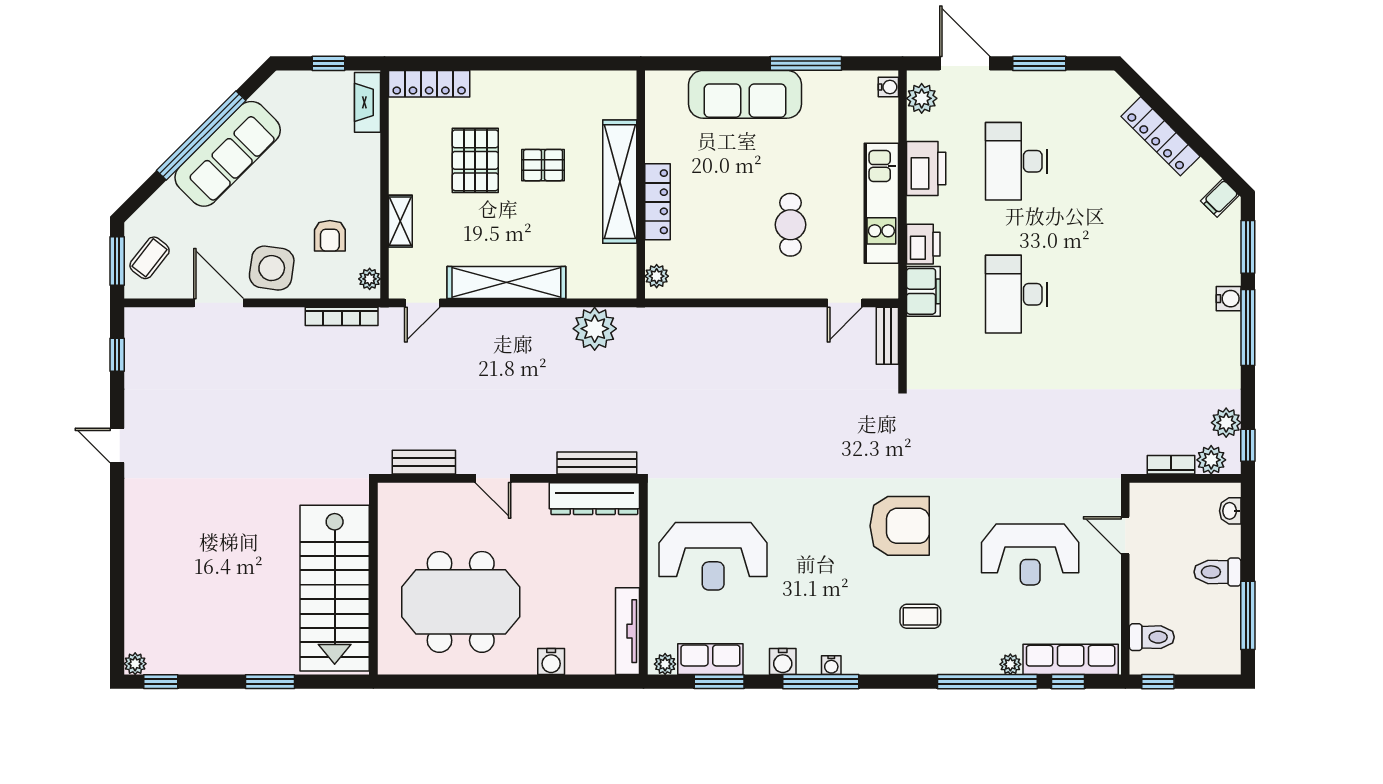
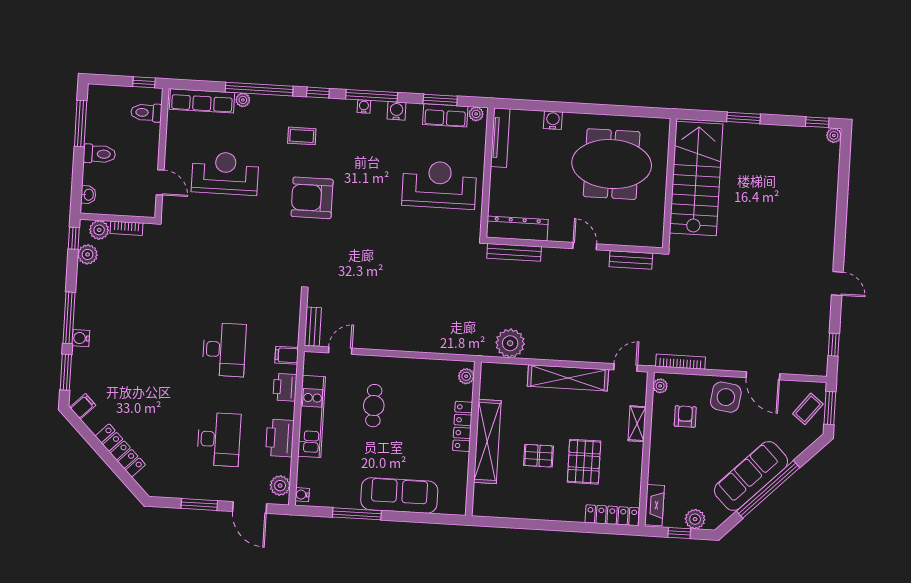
plant: (306, 85) -> (695, 519), added
filing cabinet: (923, 291) -> (287, 355), width x0.50
window: (1068, 682) -> (318, 93), moved

